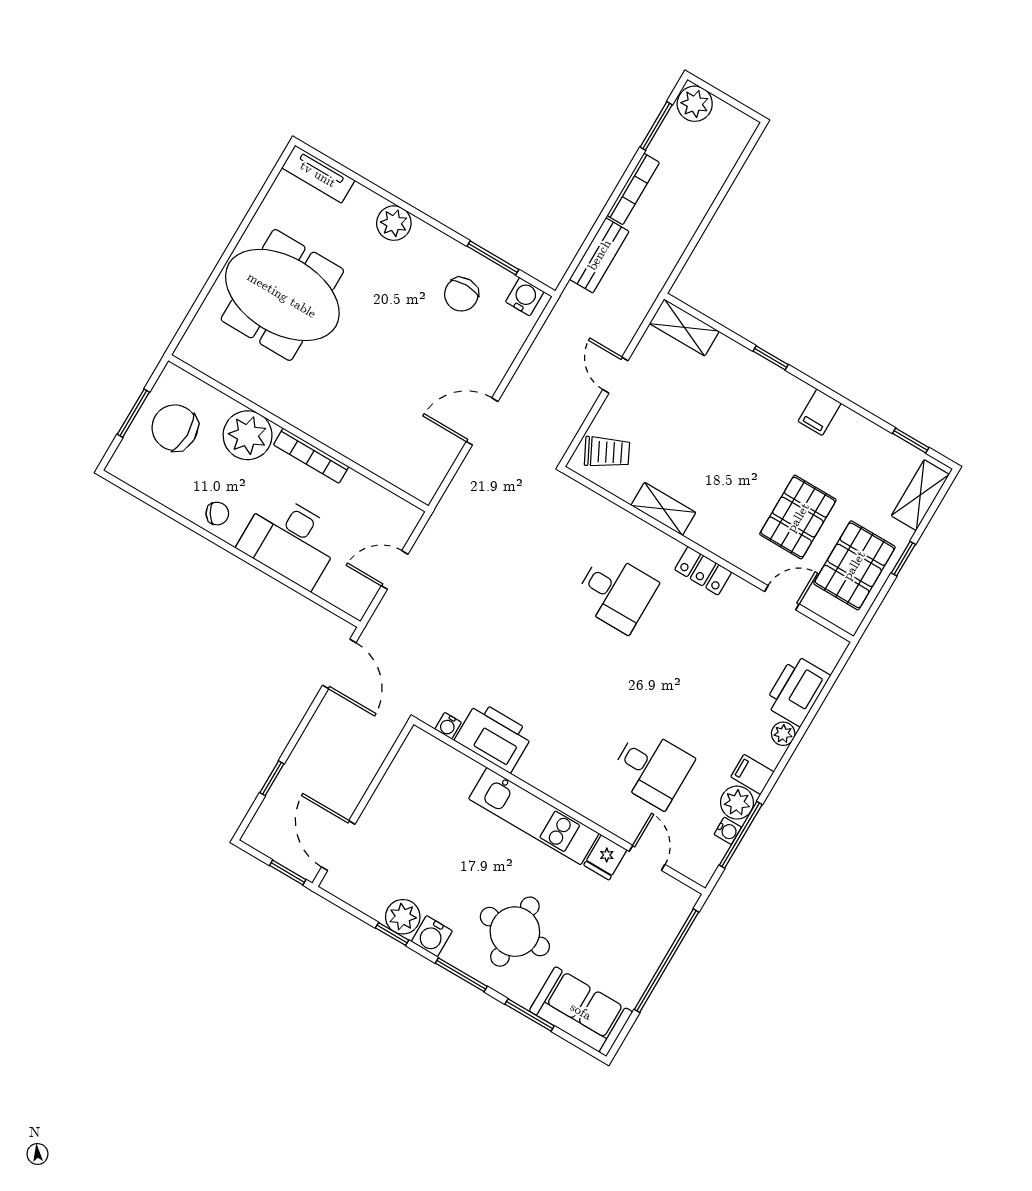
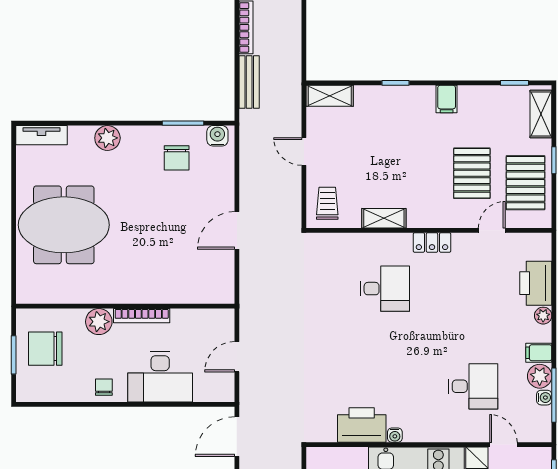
plant: (248, 435) -> (99, 322), width x0.73, depth x0.73
trolley: (607, 452) -> (327, 203), turned -63
chair: (217, 514) -> (104, 387), turned -58
door: (339, 664) -> (237, 437), swing flipped
water cooler: (448, 726) -> (395, 435), moved

